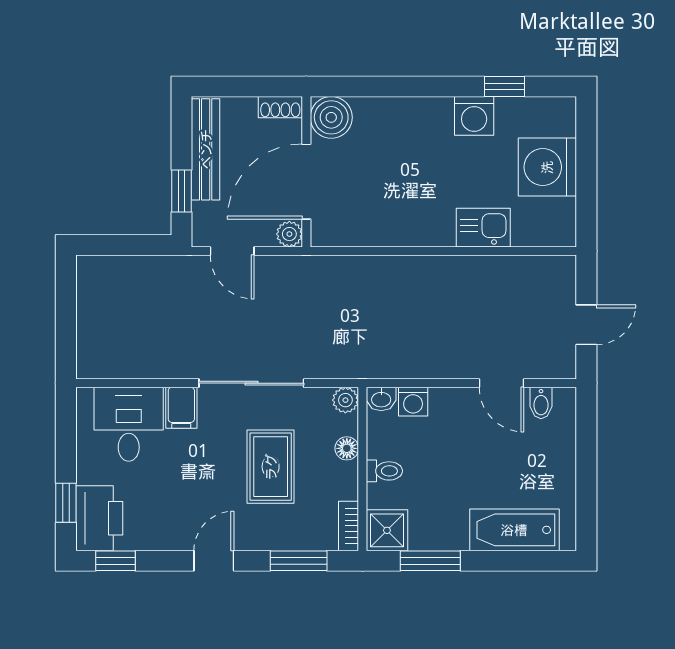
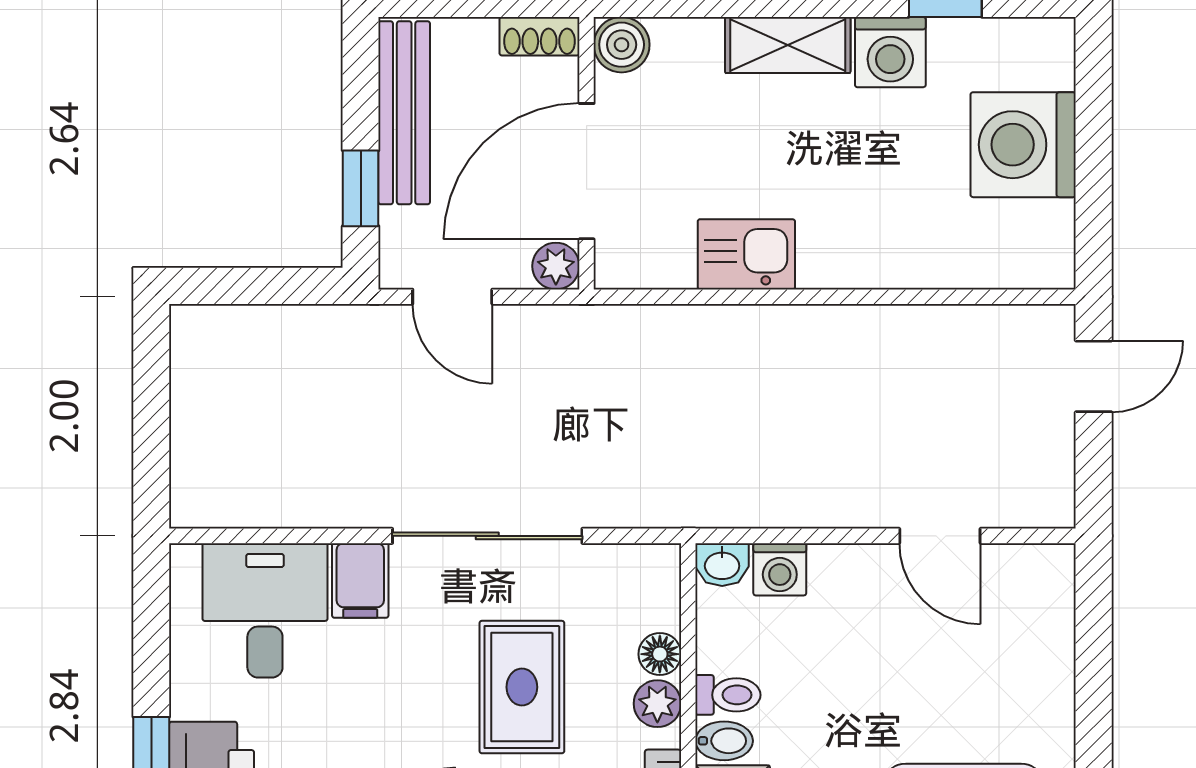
shelving: (417, 112) -> (788, 45), added
boiler: (331, 117) -> (622, 45), width x0.73, depth x0.73
kitchen sink: (483, 228) -> (746, 254), moved
door: (586, 325) -> (1094, 376), moved
plant: (345, 400) -> (657, 704), moved
bidet: (541, 403) -> (724, 741), moved, turned -90

